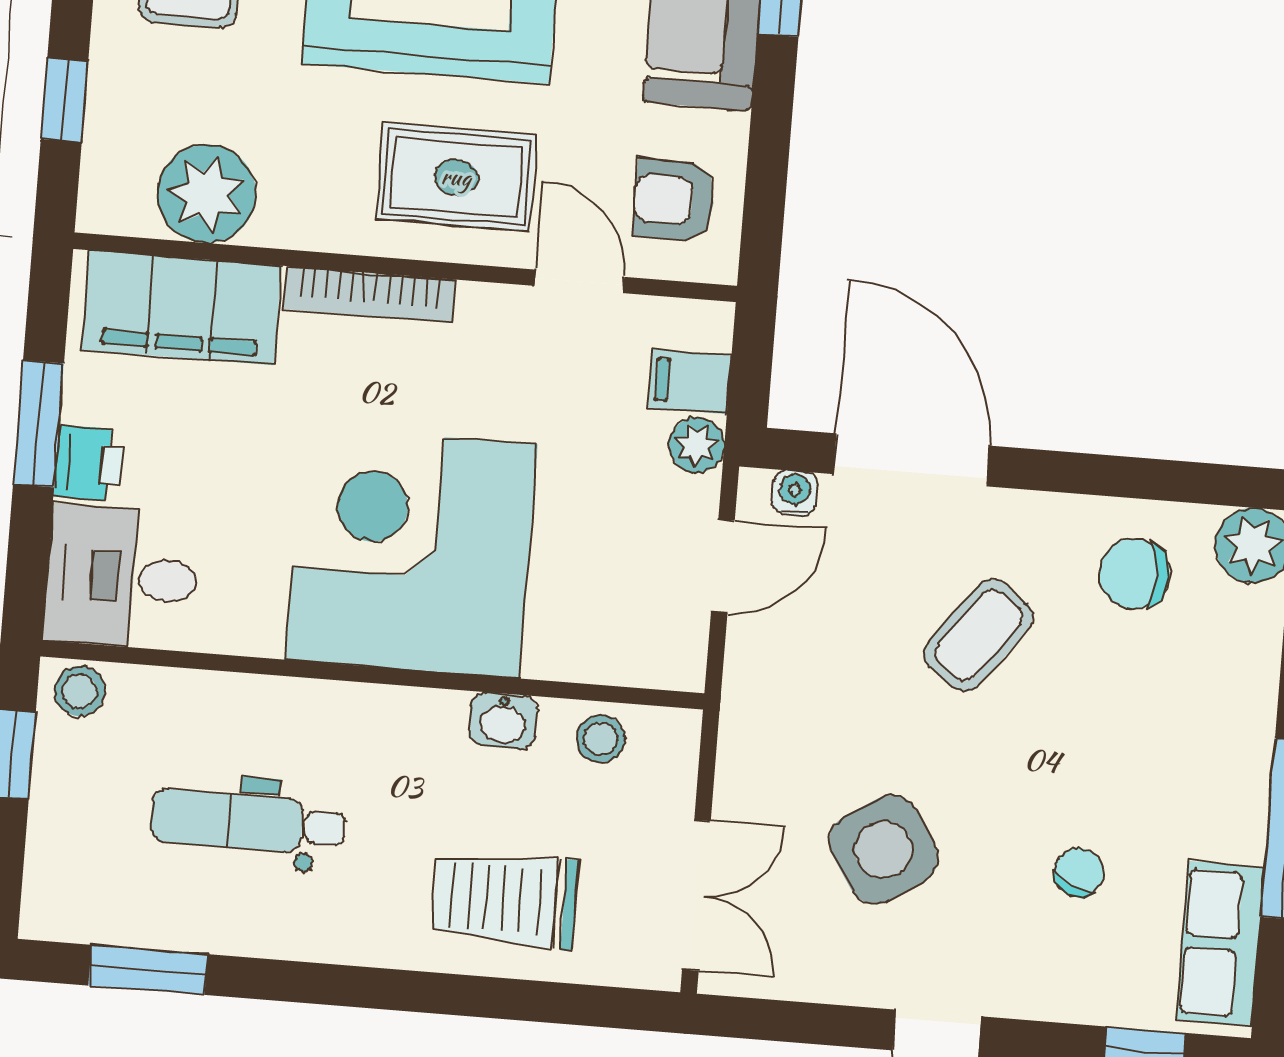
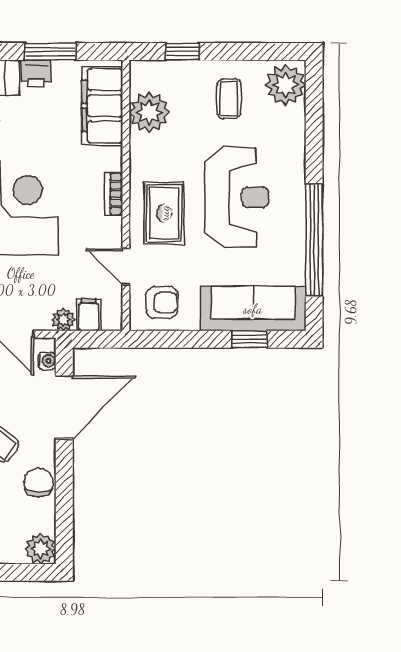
armchair: (674, 200) -> (162, 303), turned 90
door: (579, 281) -> (126, 267), swing flipped
bookcase: (369, 294) -> (114, 194), width x0.64
chair: (1134, 574) -> (38, 482), moved

